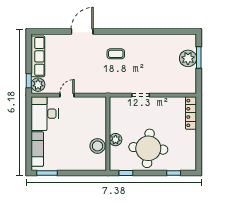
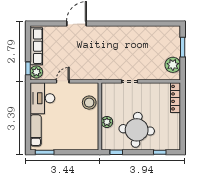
coffee table: (116, 54) -> (107, 44), removed
plant: (188, 58) -> (173, 65), moved
stool: (97, 146) -> (89, 103), moved

